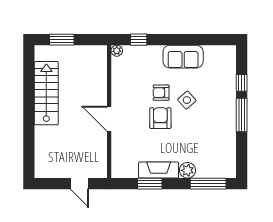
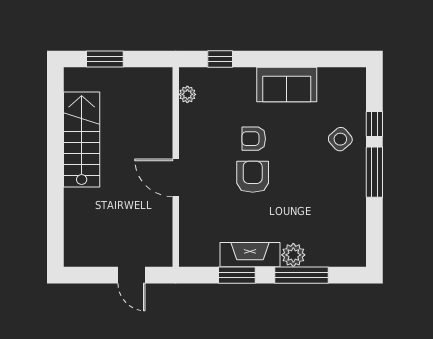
plant: (117, 51) -> (187, 94), moved
side table: (187, 100) -> (340, 139), moved
window: (208, 184) -> (302, 275), moved

